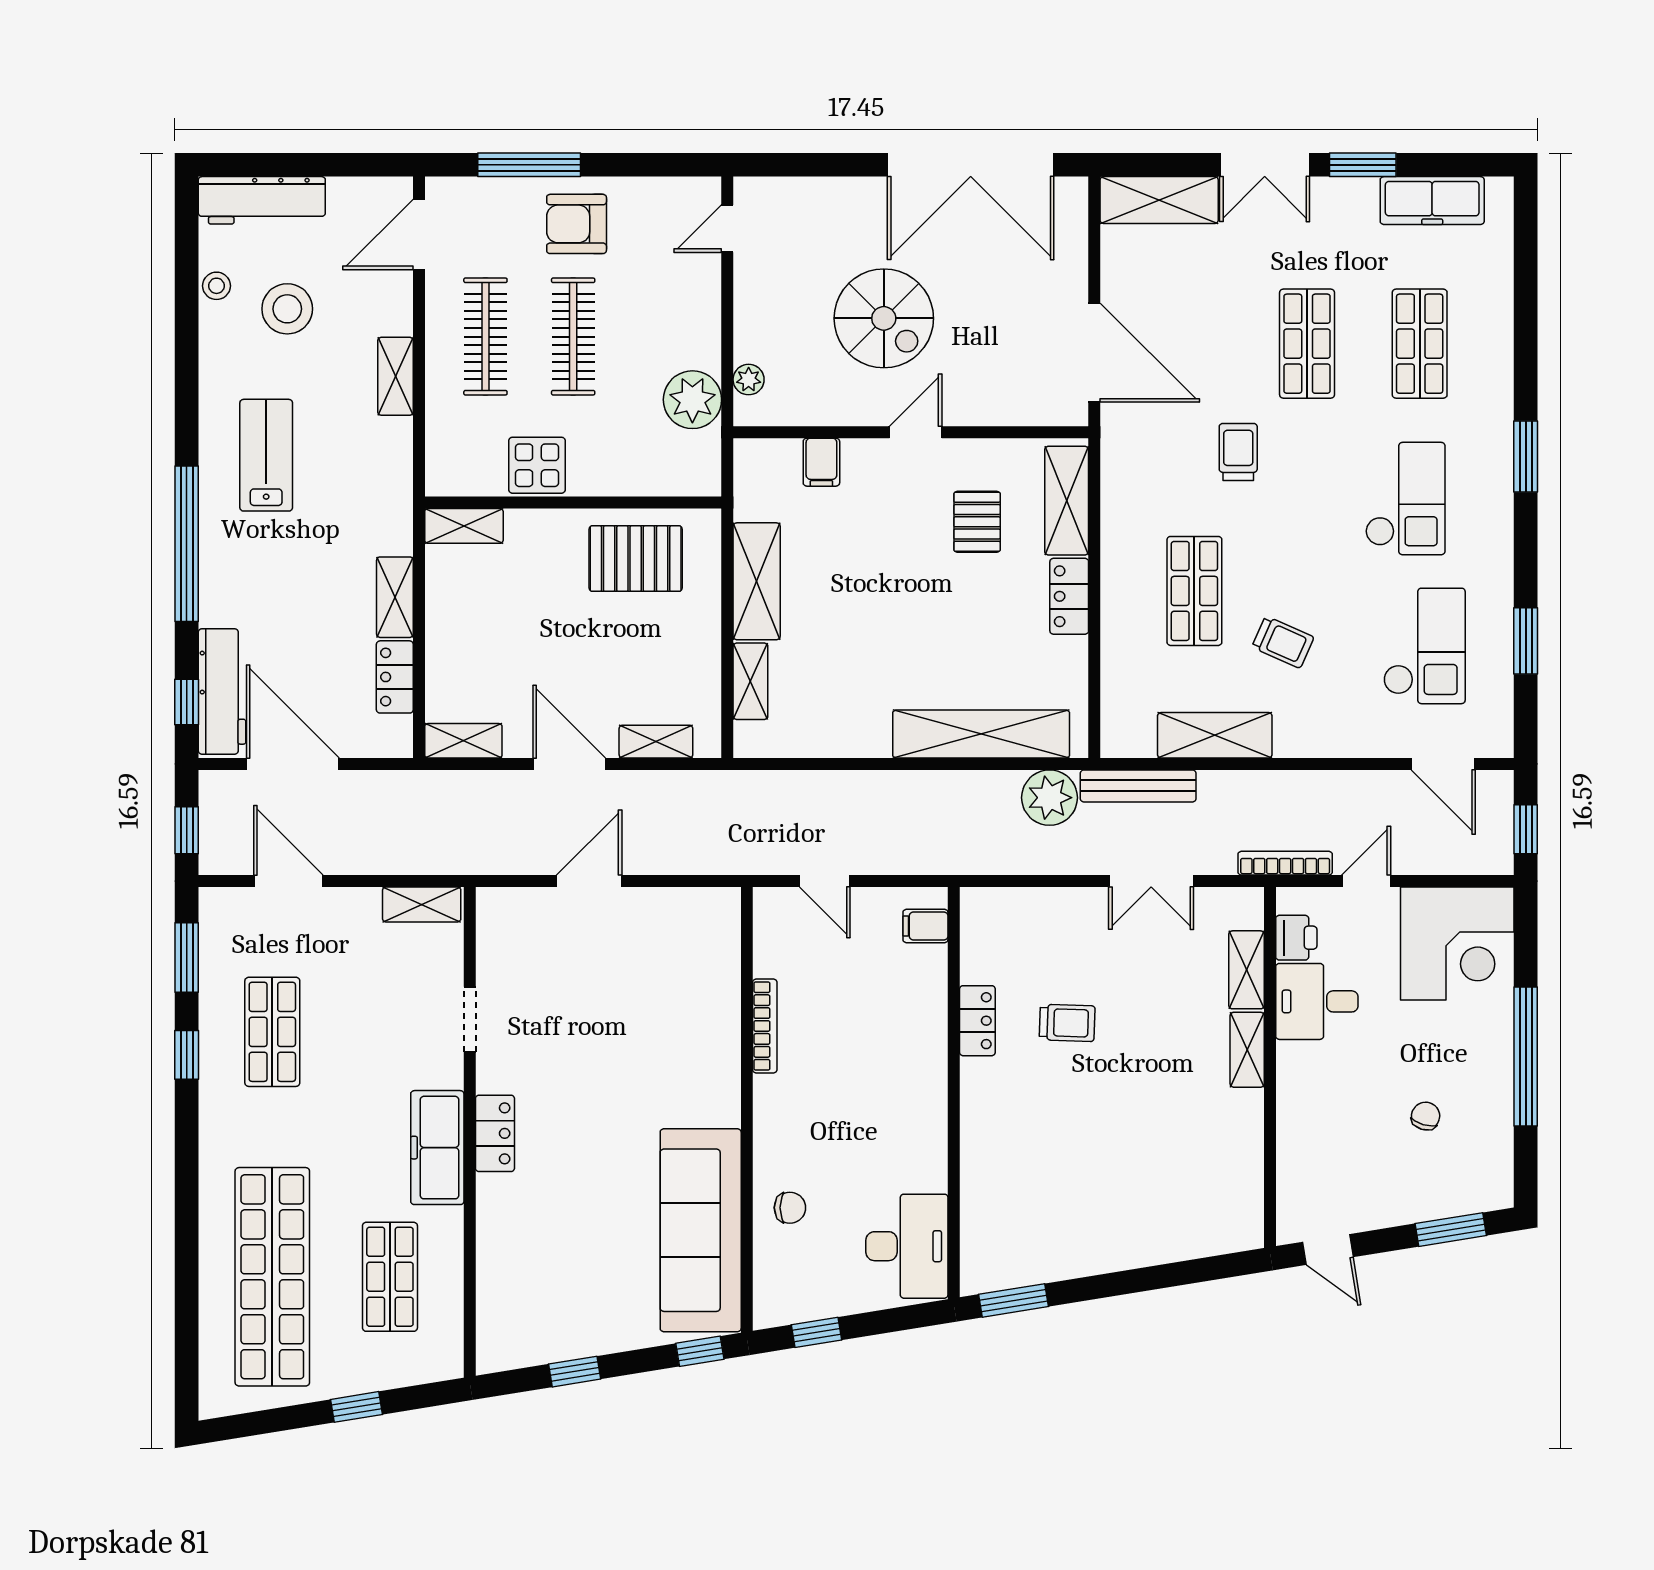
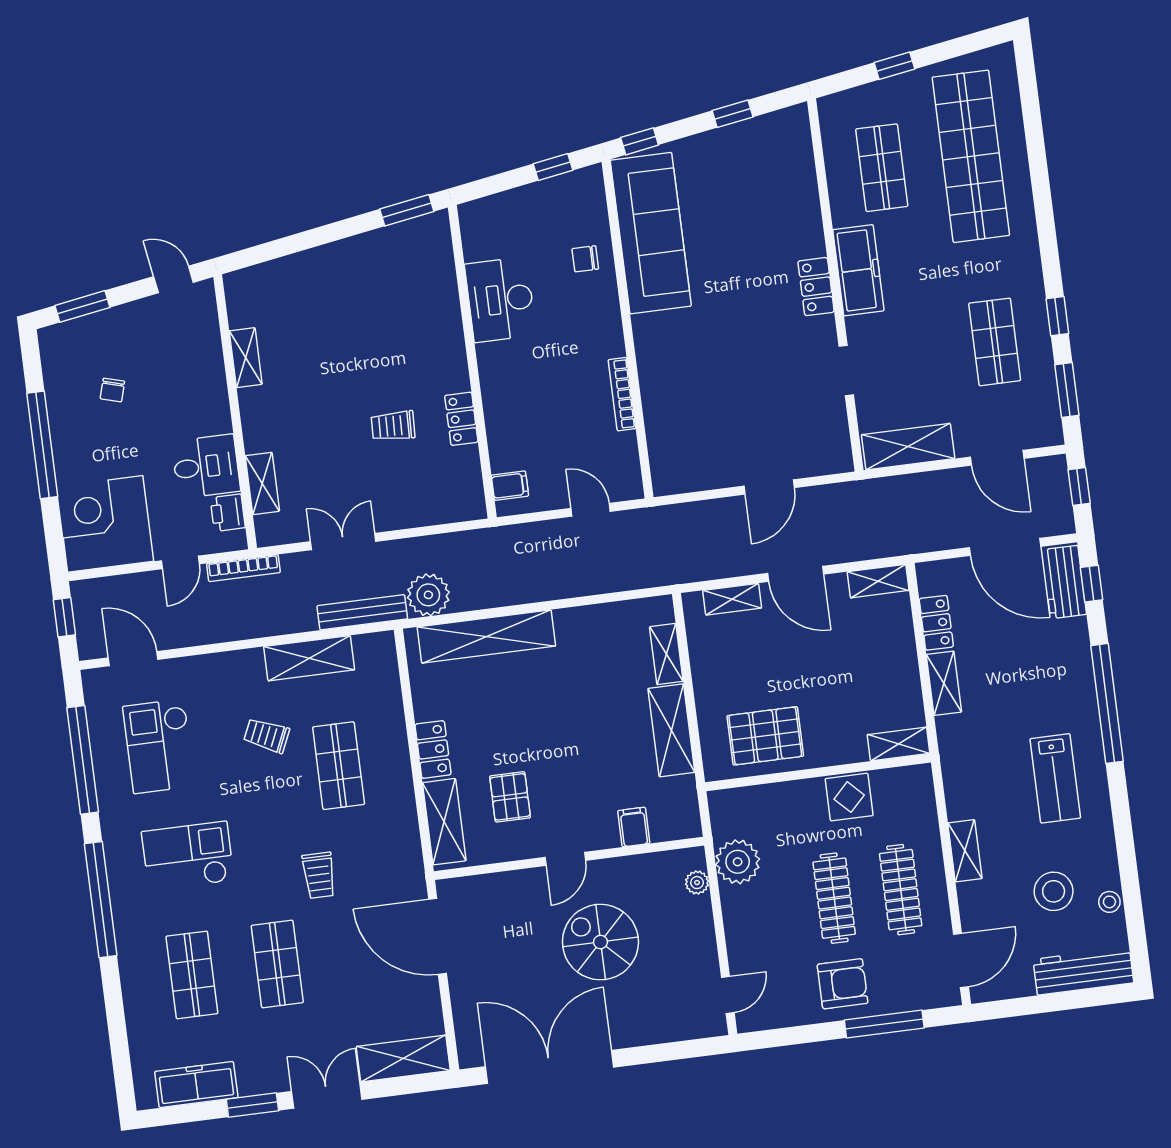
window: (1526, 457) -> (101, 900), width x2.11
checkout: (1405, 499) -> (188, 856), turned 90
window: (1526, 641) -> (83, 760), width x2.11
workbench: (222, 691) -> (1064, 582), width x0.73
shelving: (422, 904) -> (908, 447), width x1.50, depth x1.33
shelving: (1247, 1050) -> (246, 358), moved
desk: (907, 1246) -> (500, 300), moved

